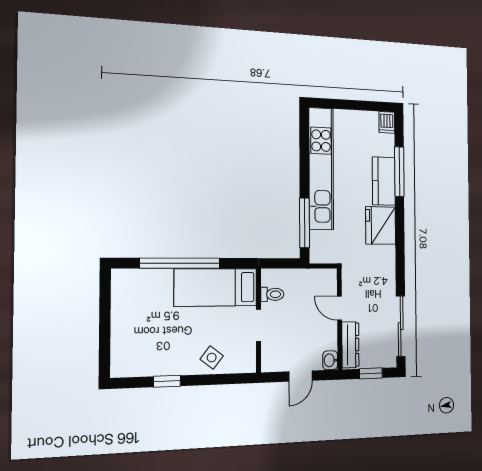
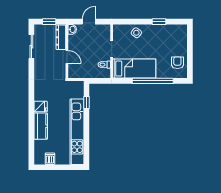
dishwasher: (387, 122) -> (50, 159), moved
window: (399, 172) -> (31, 132), removed
window: (304, 223) -> (86, 102), width x0.46
fridge: (381, 225) -> (41, 106), width x0.53, depth x0.75
armchair: (131, 300) -> (177, 63), added
sliding door: (401, 326) -> (31, 47), width x0.73

